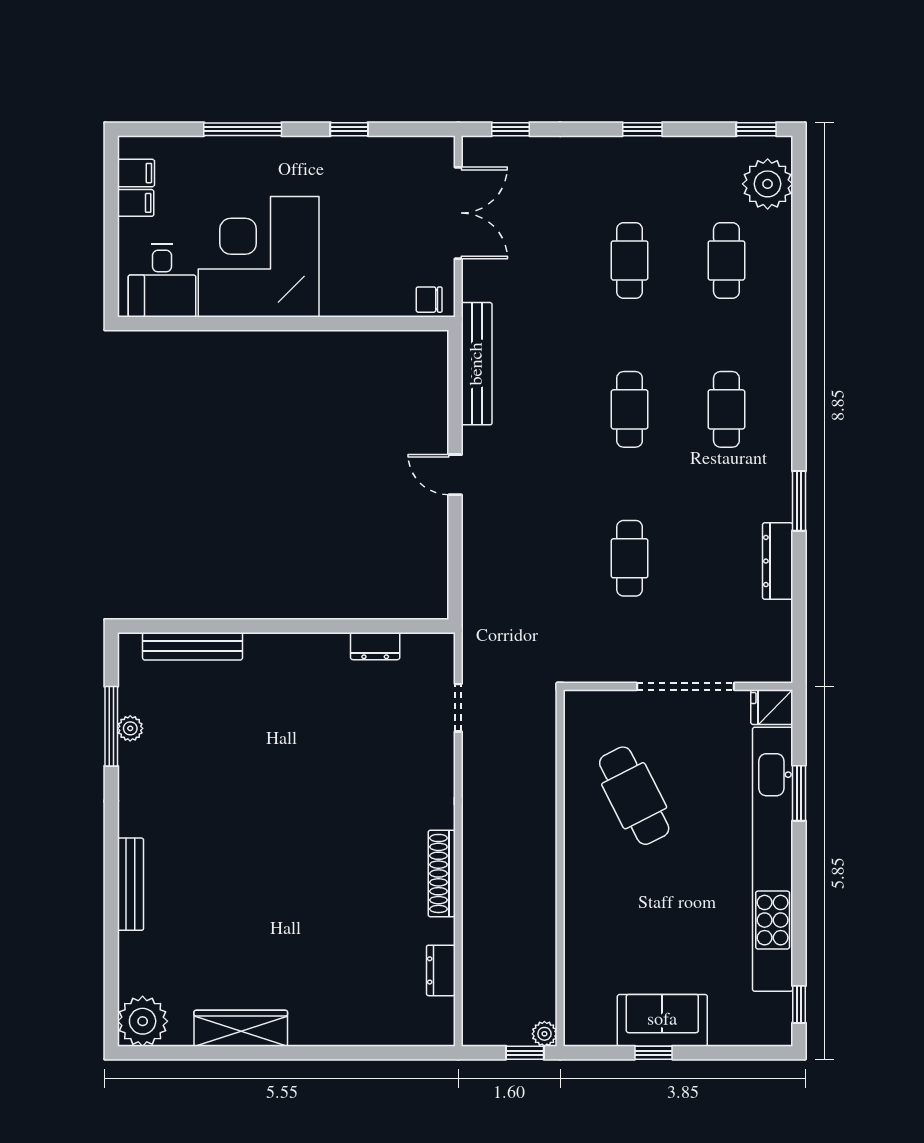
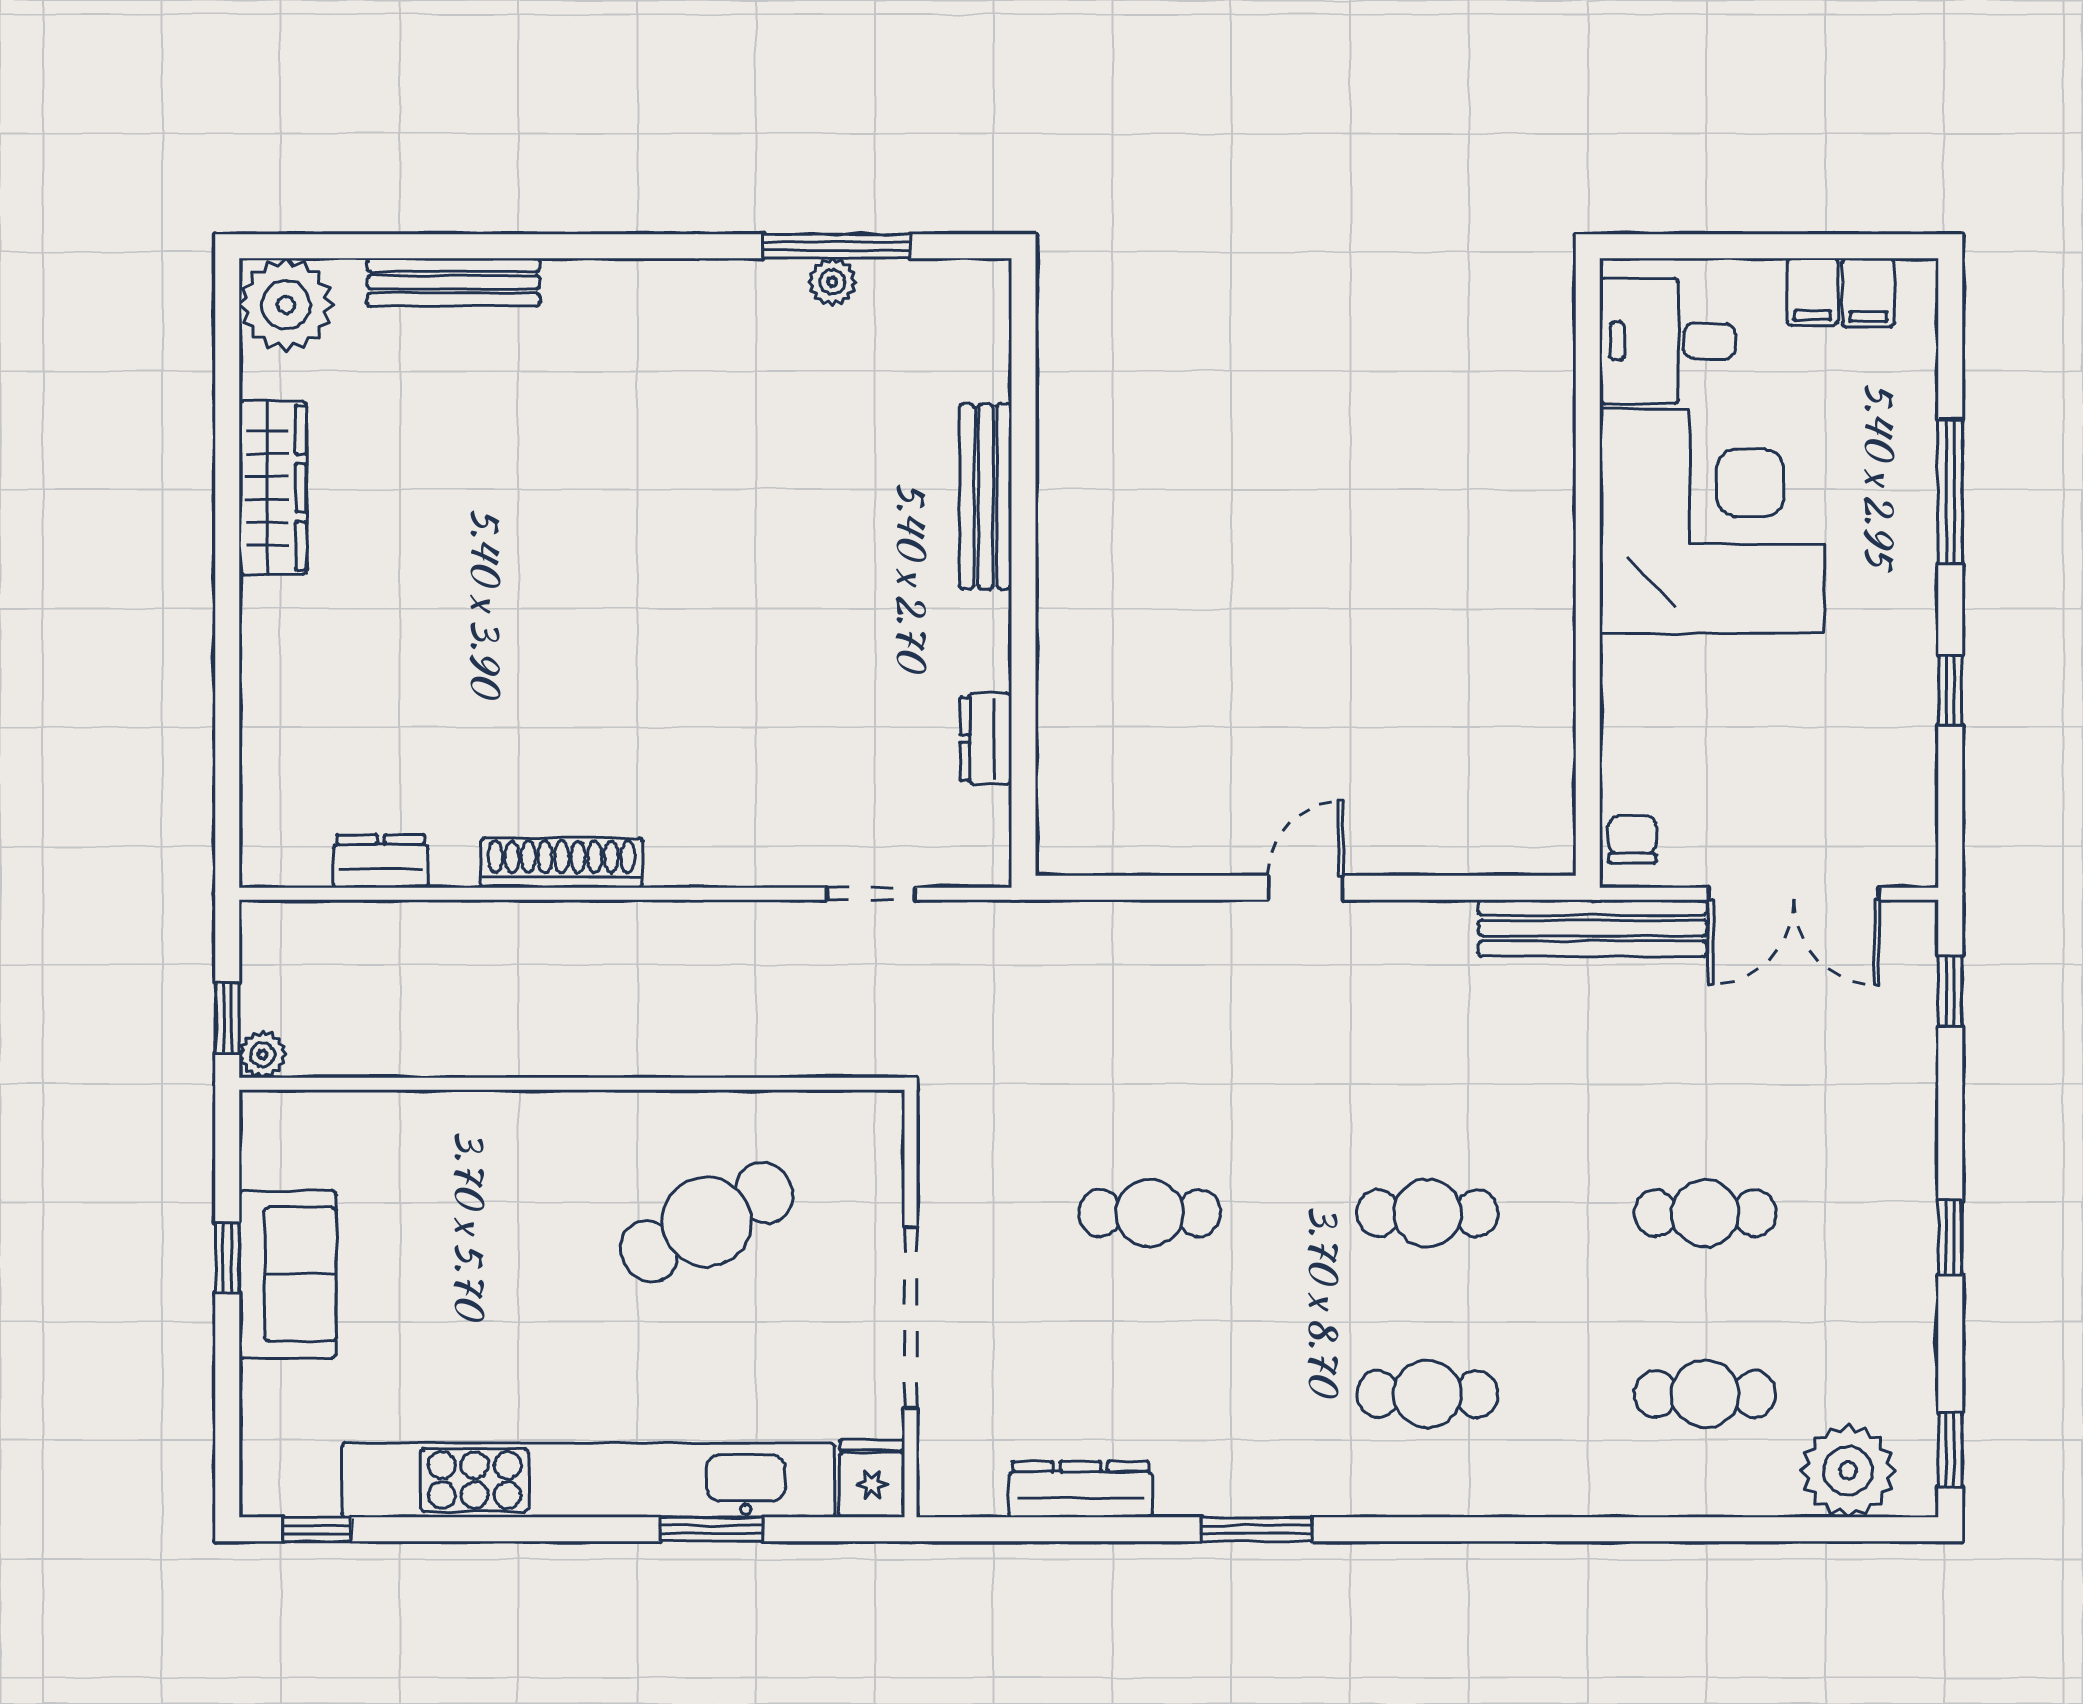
bench: (477, 364) -> (1593, 928), moved
dresser: (778, 561) -> (1081, 1489), moved
bench: (193, 646) -> (986, 496), moved
bench: (130, 884) -> (453, 282), moved

